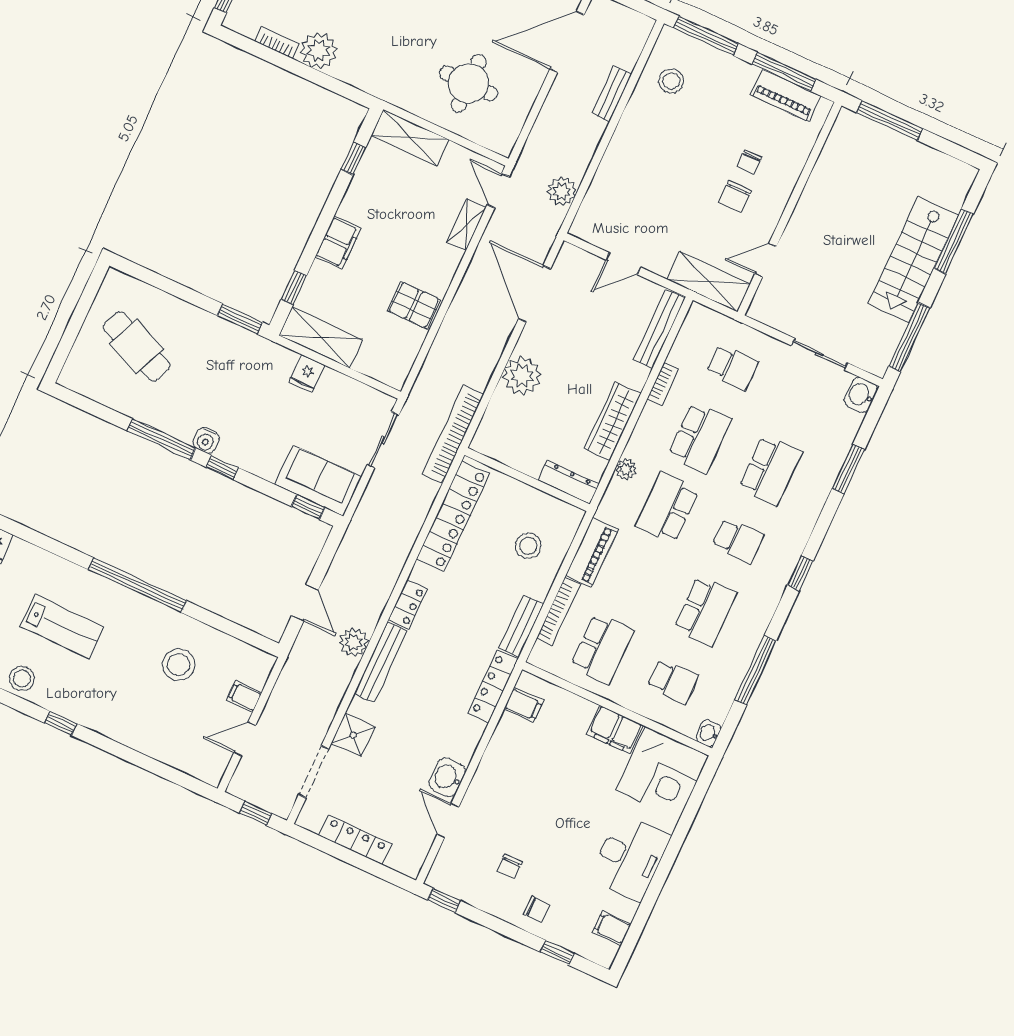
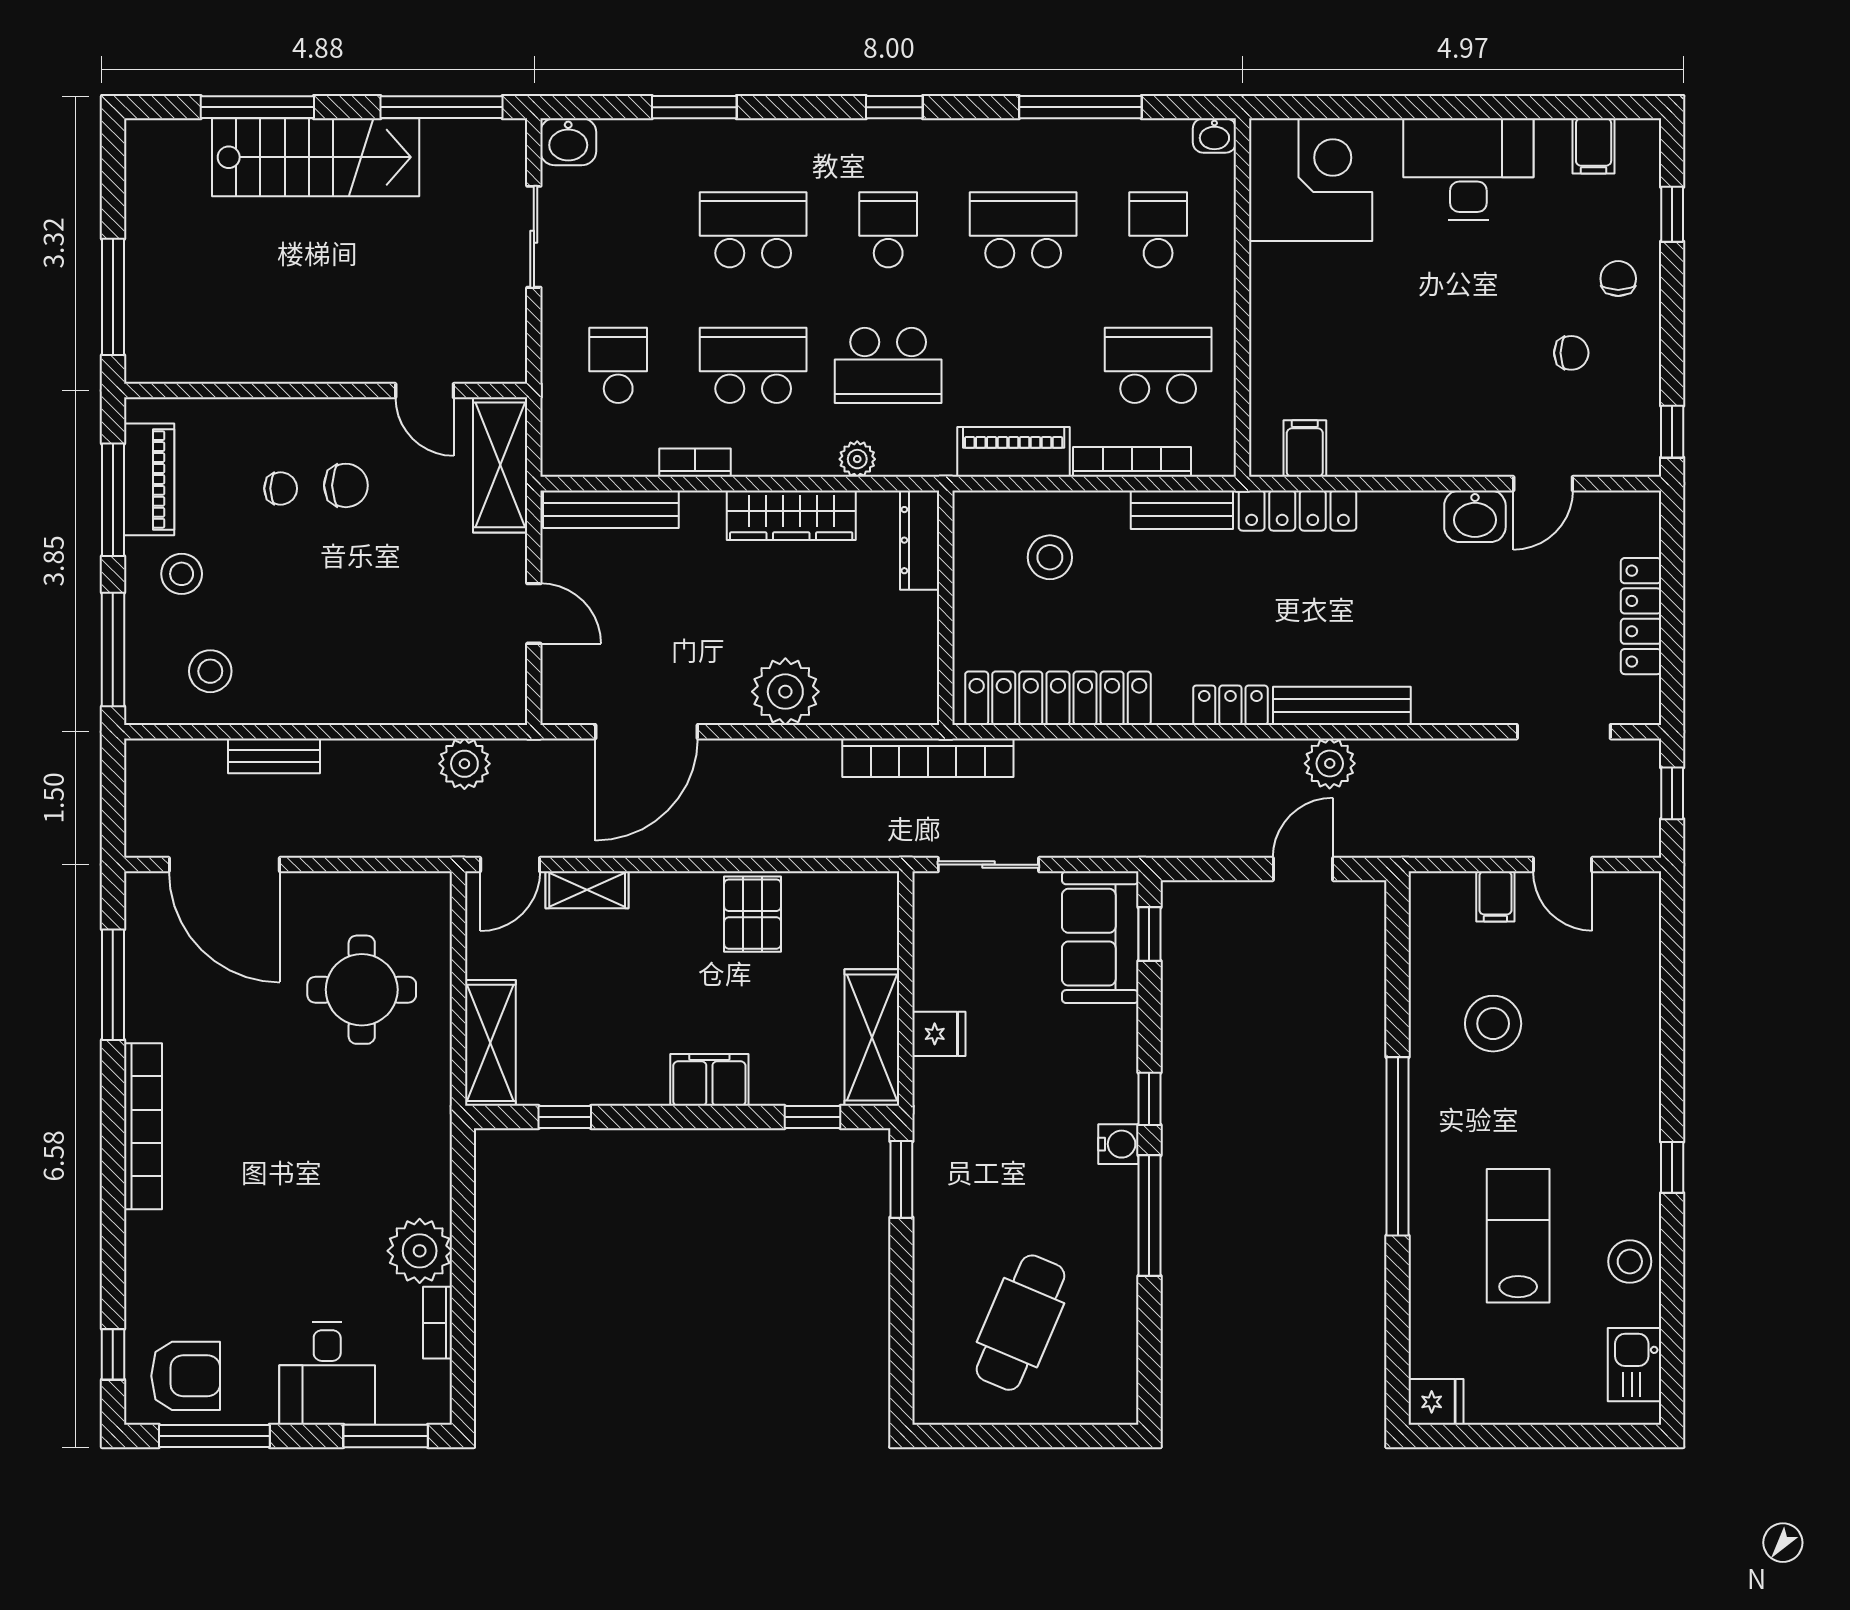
stool: (729, 90) -> (182, 574), added
filing cabinet: (615, 729) -> (1277, 286), removed
shower: (353, 735) -> (1477, 696), removed

